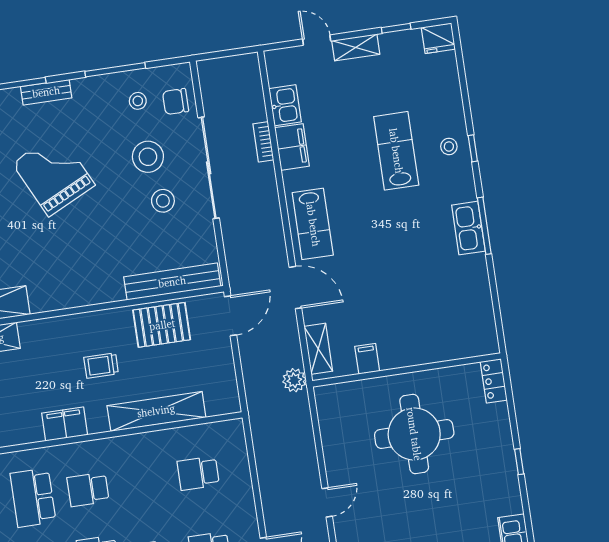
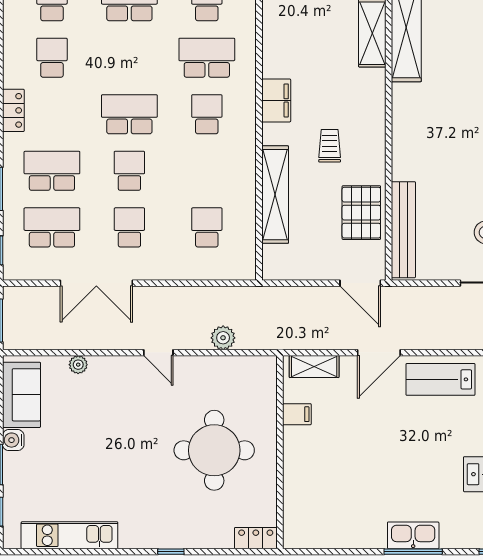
plant: (294, 380) -> (223, 338), moved

